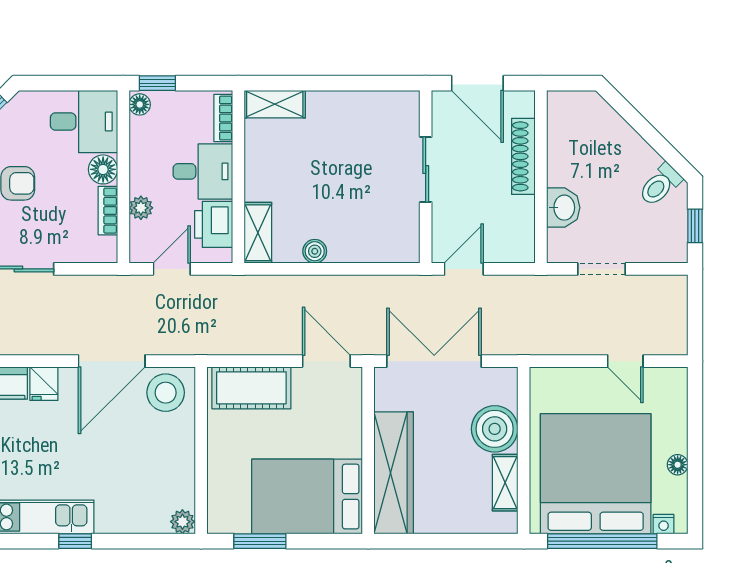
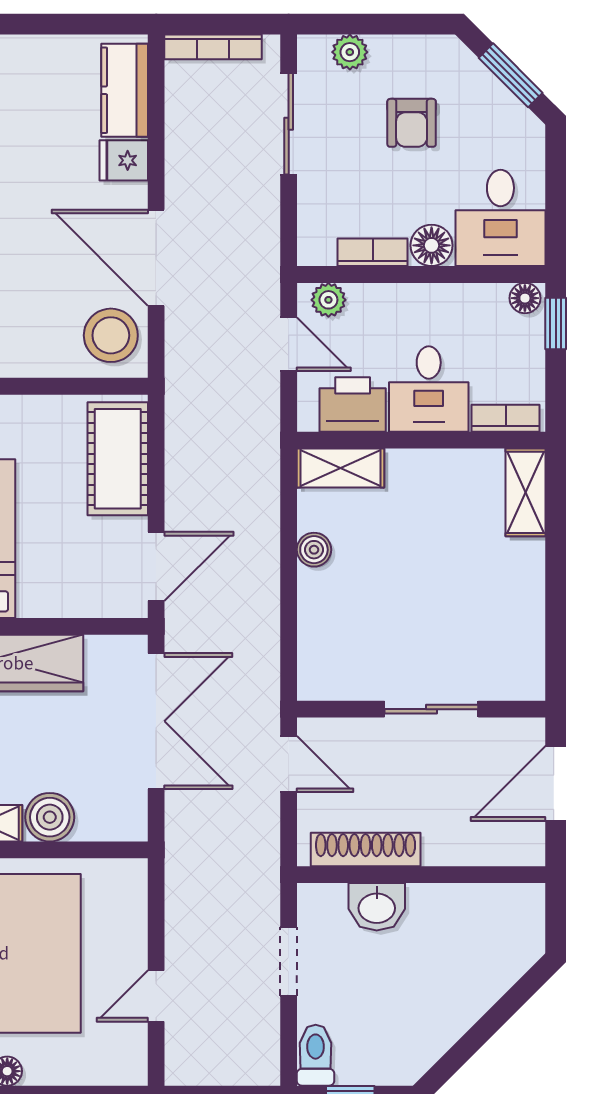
shoe rack: (523, 156) -> (366, 850), moved
toilet: (660, 185) -> (316, 1055), moved, turned 45
plant: (141, 208) -> (328, 300), moved
boiler: (495, 429) -> (50, 817), width x0.73, depth x0.73

